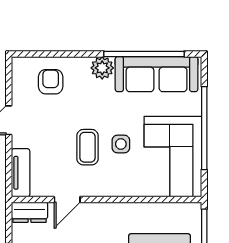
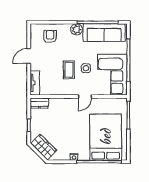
door: (67, 199) -> (85, 96), moved

